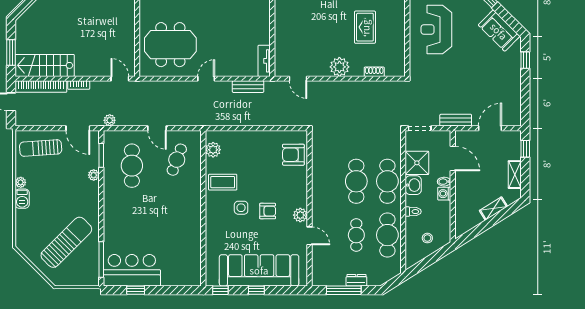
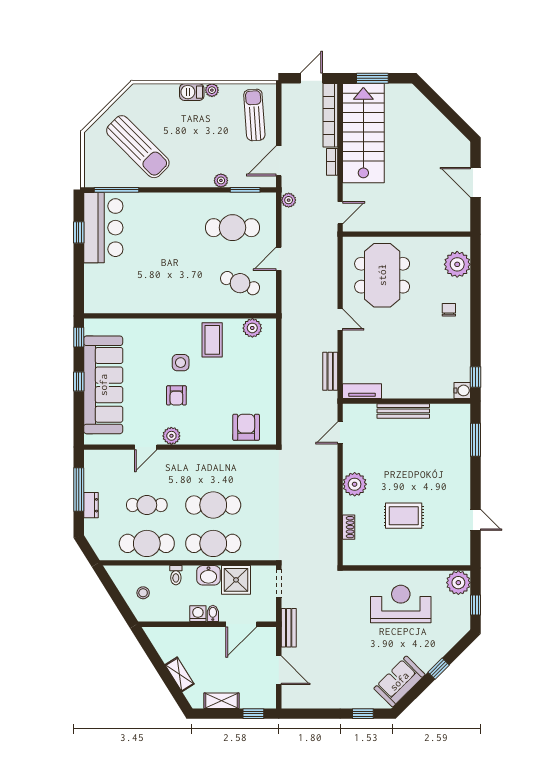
bench: (280, 28) -> (403, 411), added
stairs: (45, 65) -> (363, 133), width x1.36, depth x1.51

